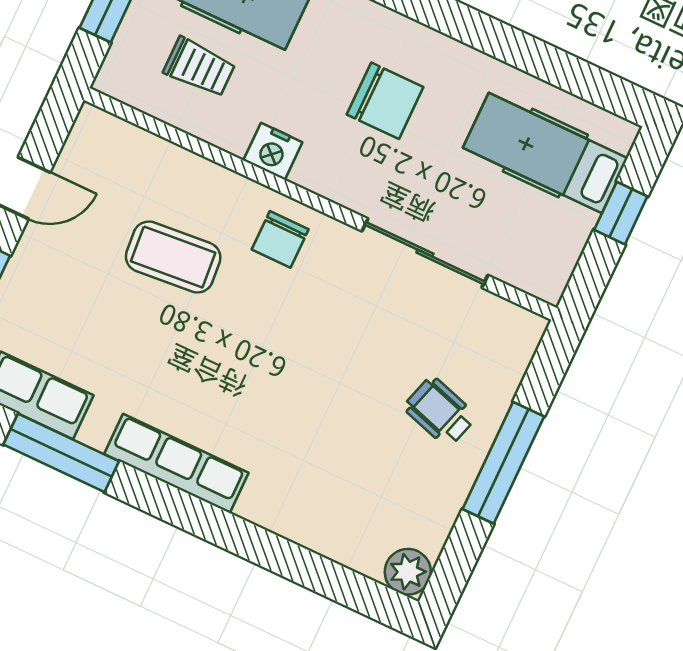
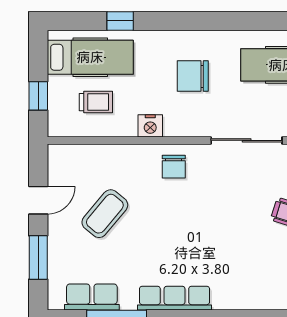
chair: (385, 101) -> (193, 76), turned 180
coffee table: (173, 257) -> (105, 214), moved, turned -45

